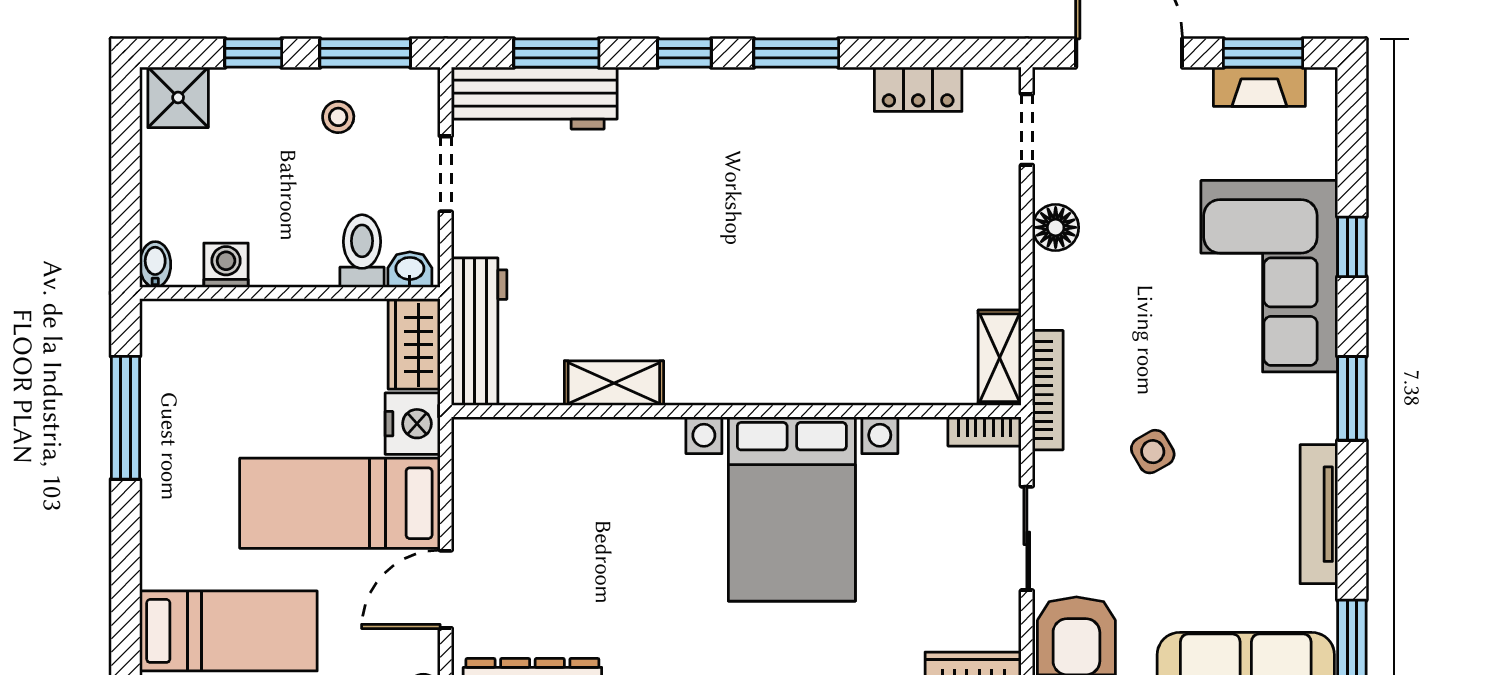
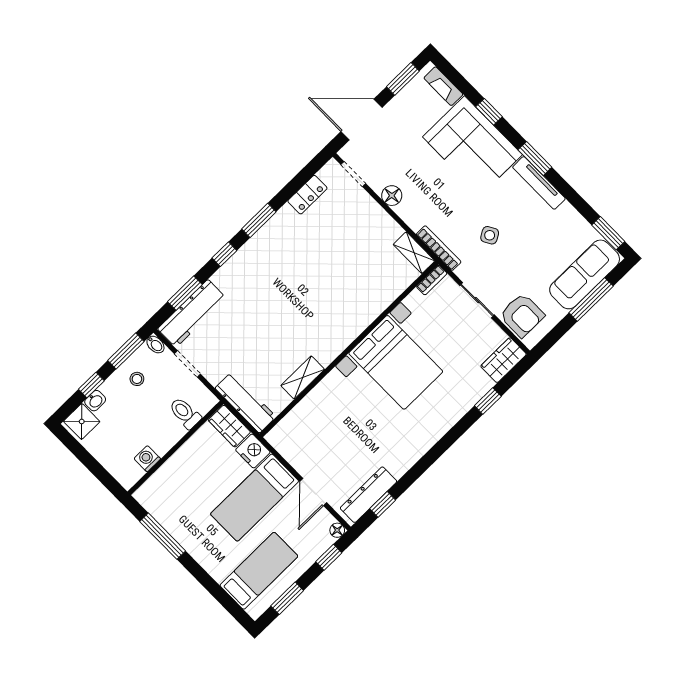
fireplace: (1259, 87) -> (443, 86), moved, turned 90
bidet: (155, 264) -> (155, 344), moved, turned 180
washbasin: (410, 270) -> (95, 401), moved, turned 180
tv unit: (1319, 514) -> (539, 183), moved

